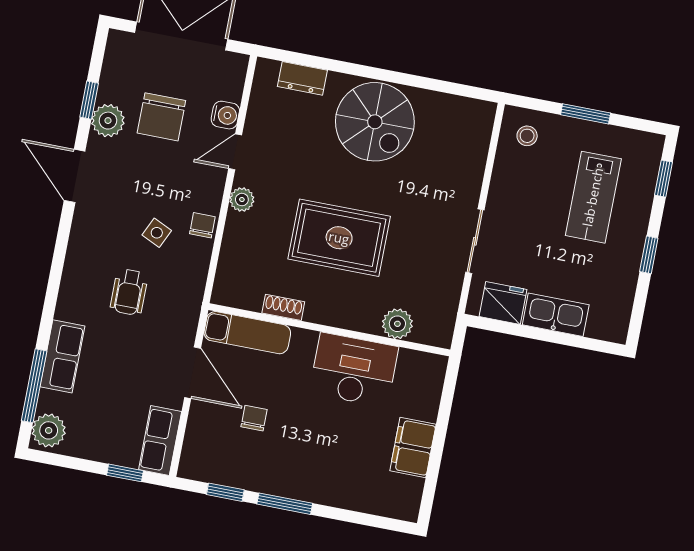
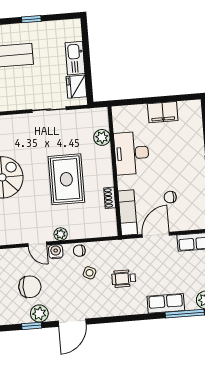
water cooler: (225, 115) -> (56, 252), moved
wheelchair: (129, 292) -> (124, 279), turned 180

